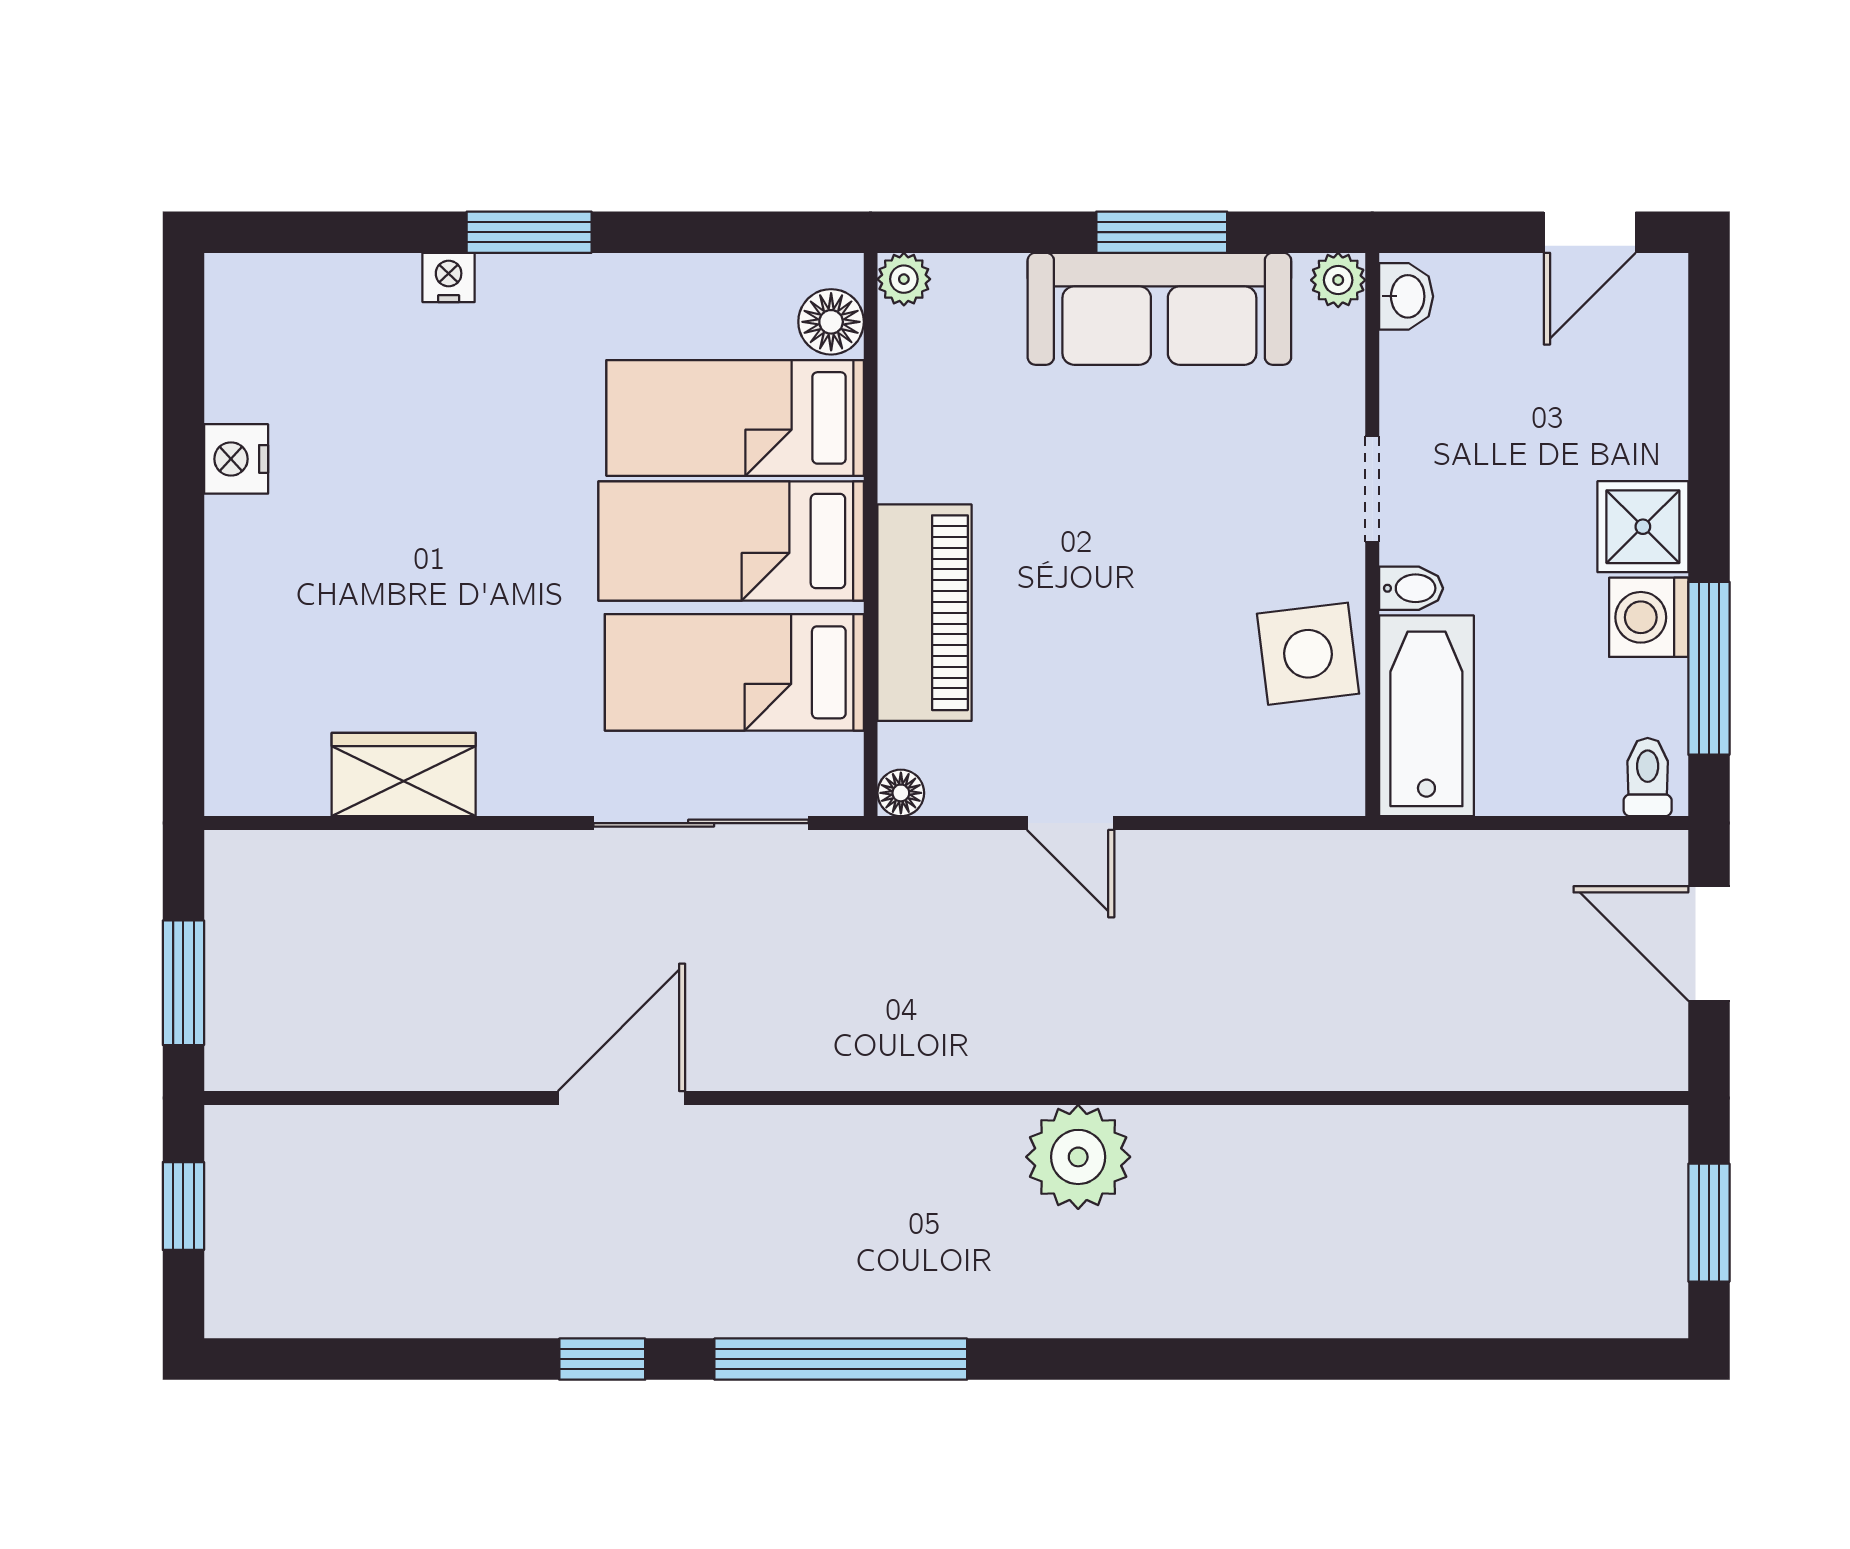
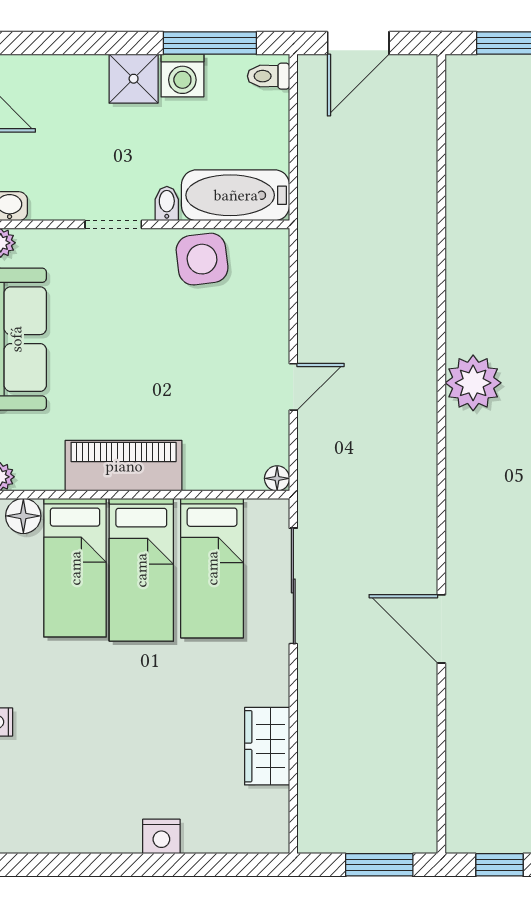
nightstand: (236, 459) -> (161, 836), moved
piano: (925, 613) -> (124, 466), moved

